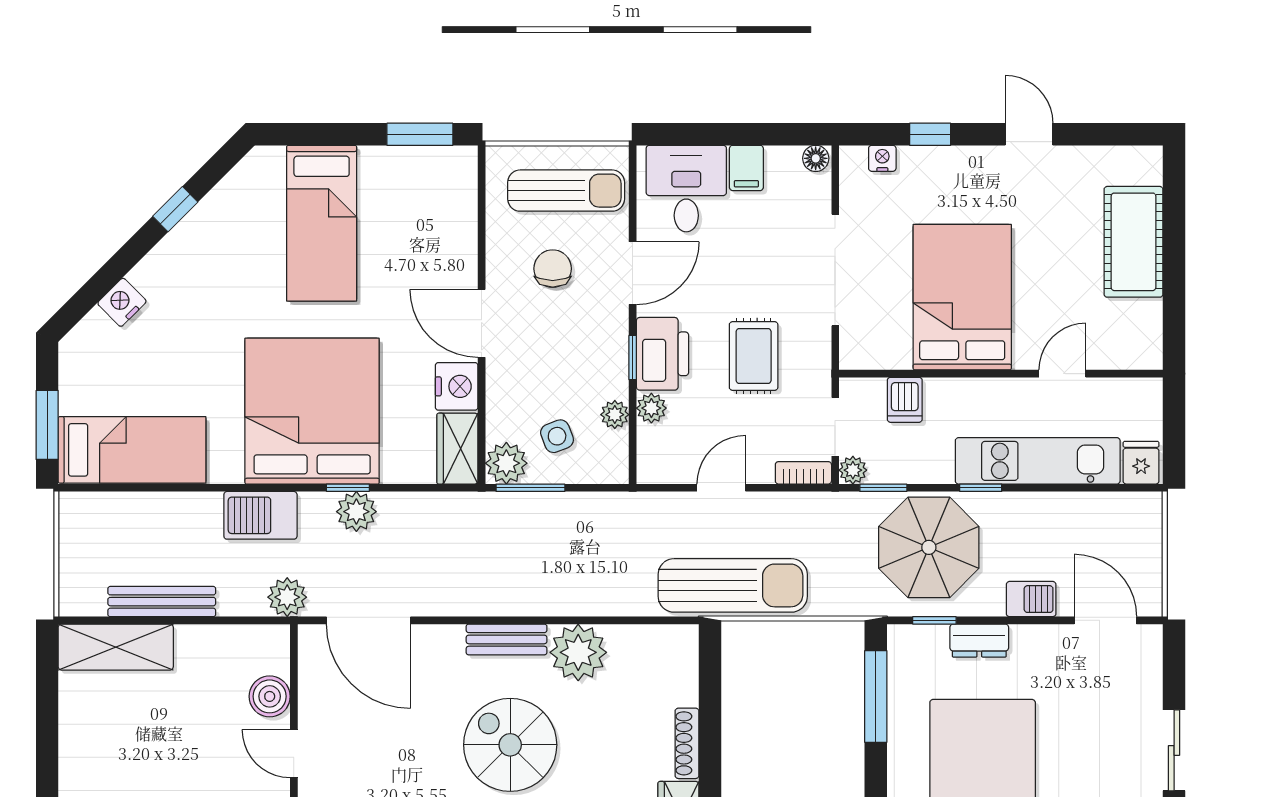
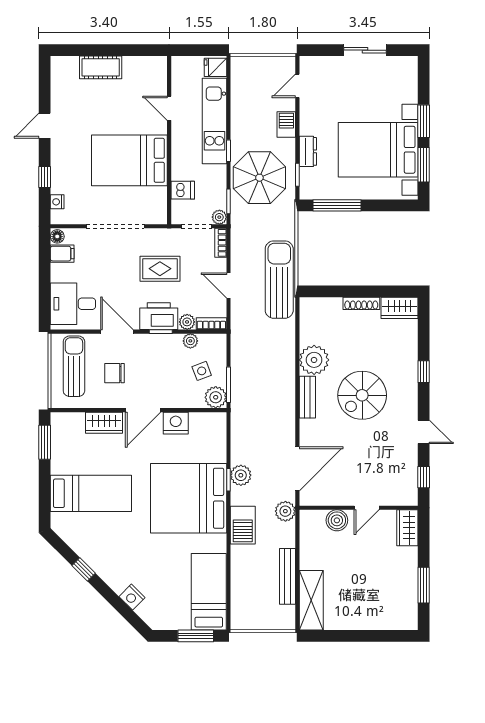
filing cabinet: (746, 168) -> (62, 254), moved
cot: (1133, 242) -> (101, 67), width x0.73, depth x0.75
wardrobe: (457, 449) -> (104, 423), moved
bookcase: (648, 455) -> (211, 324), added
door: (1105, 620) -> (297, 86), width x0.73

